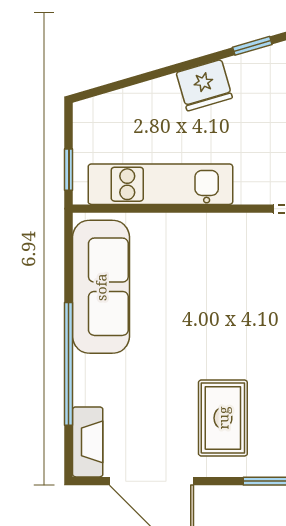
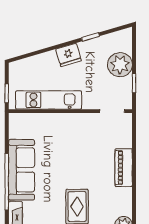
sofa: (101, 287) -> (22, 170), moved

